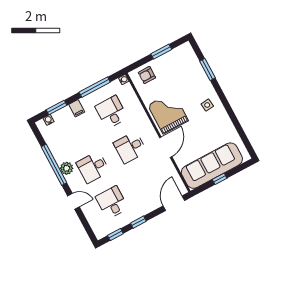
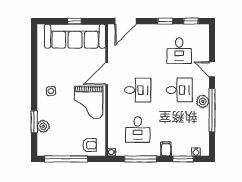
window: (161, 52) -> (66, 159), width x2.11
plant: (197, 70) -> (43, 126), added

